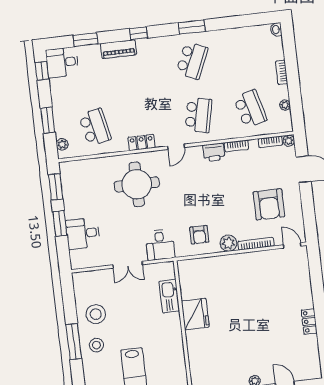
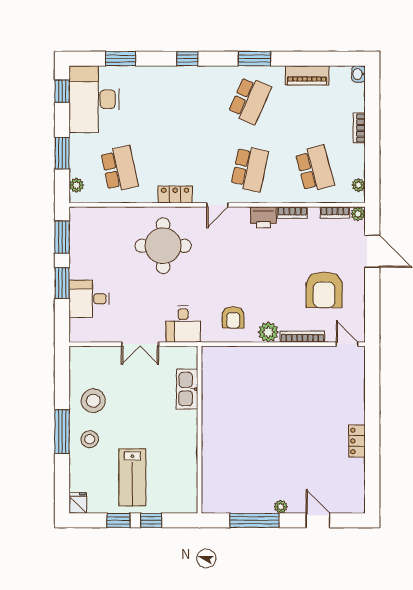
piano: (119, 49) -> (307, 75), moved
desk: (62, 62) -> (94, 99), width x1.87, depth x1.30
plant: (285, 105) -> (359, 185), moved
fridge: (195, 314) -> (217, 415), removed

